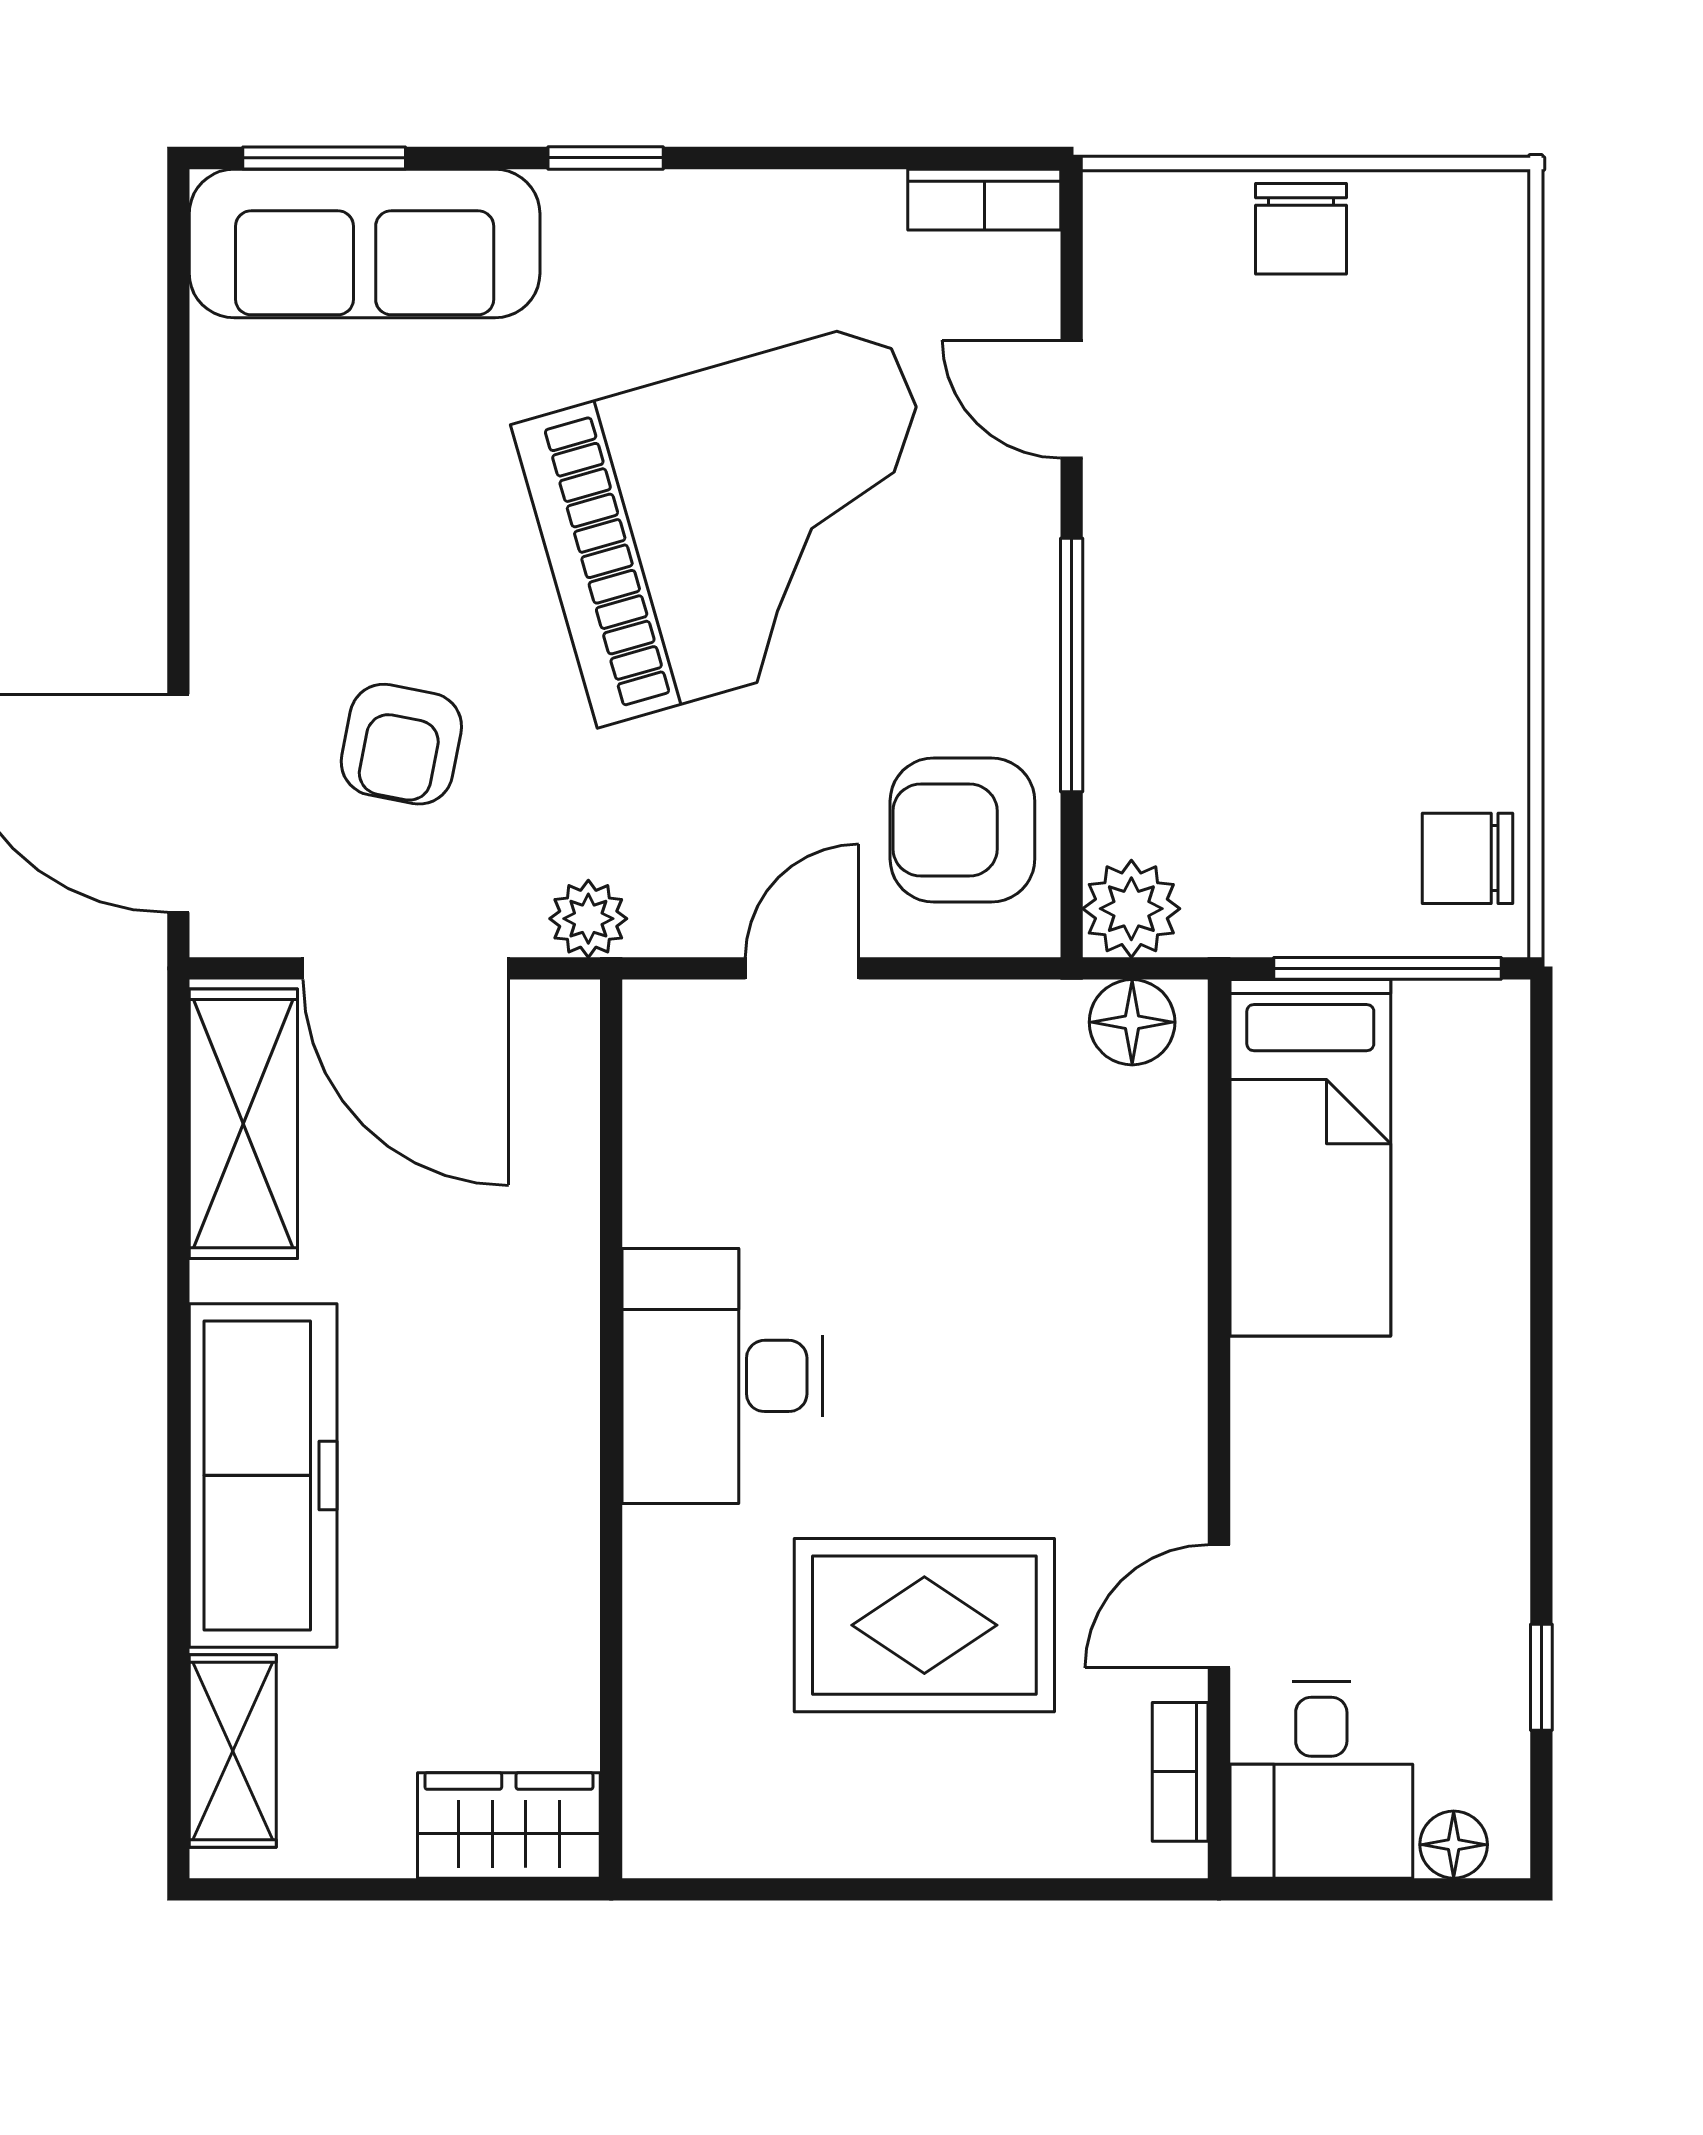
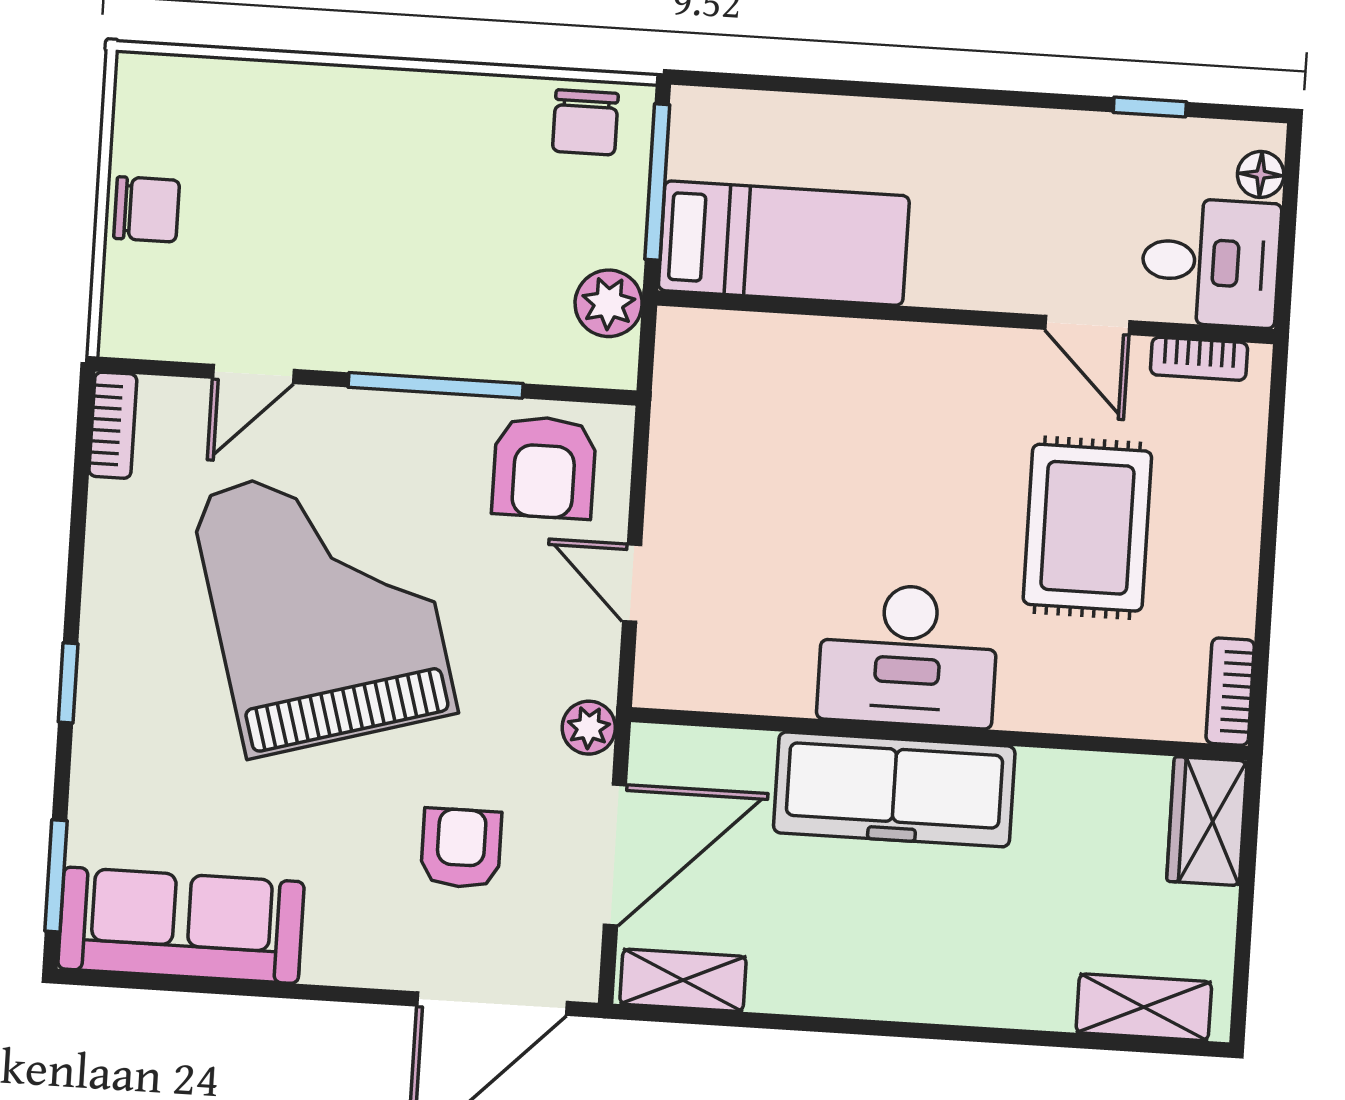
sofa: (365, 243) -> (181, 925), moved, turned -90
armchair: (401, 744) -> (461, 848), turned -101
plant: (1131, 909) -> (609, 303), moved
floor lamp: (1132, 1022) -> (683, 359), removed
shelving: (243, 1124) -> (683, 980), width x0.67, depth x0.75
freezer: (263, 1475) -> (894, 789), moved, turned 180
bookcase: (699, 1847) -> (1230, 692), added

